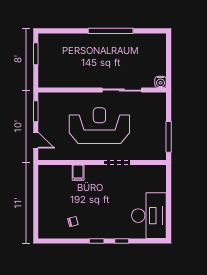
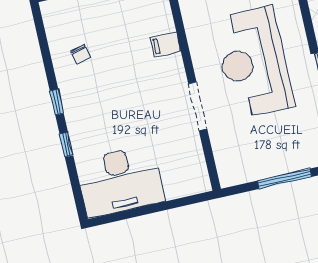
reception desk: (99, 126) -> (253, 62), turned 180
window: (169, 137) -> (284, 179), moved

